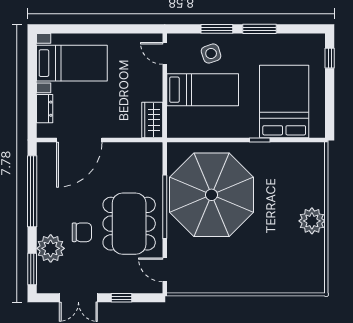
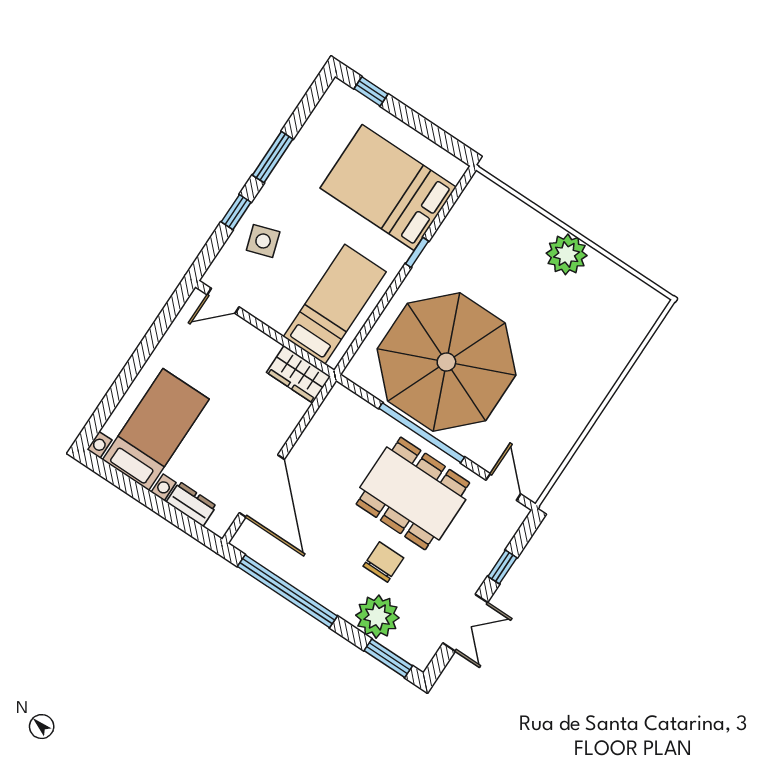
window: (217, 29) -> (236, 212), width x0.67
bed: (203, 90) -> (335, 304), moved
door: (165, 270) -> (503, 487), swing flipped

